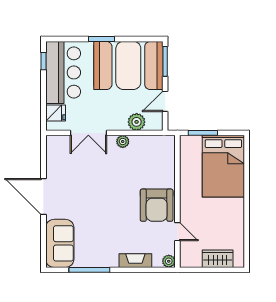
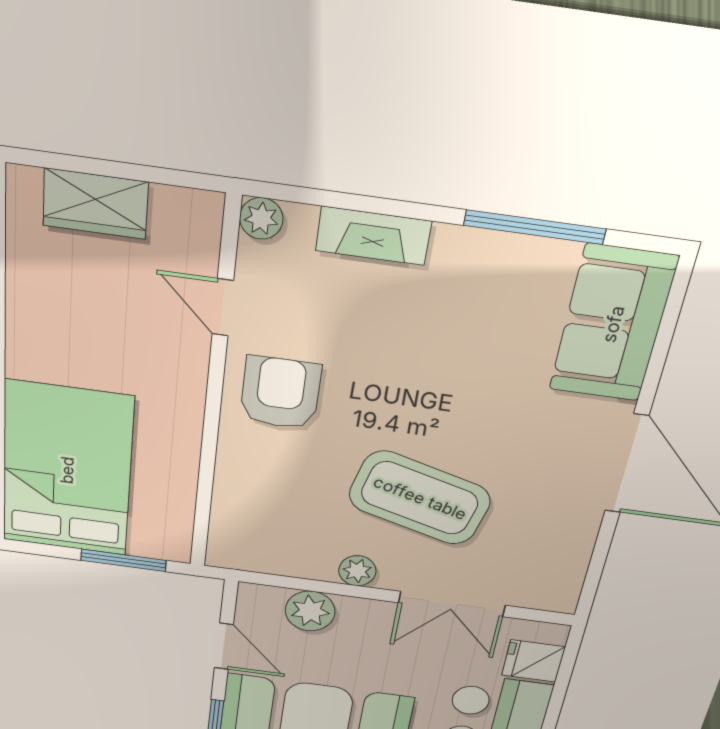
door: (165, 101) -> (224, 646), hinge flipped
double door: (88, 133) -> (452, 604), swing flipped
coffee table: (107, 174) -> (420, 498), added
armchair: (157, 205) -> (280, 393), width x0.73, depth x0.73

